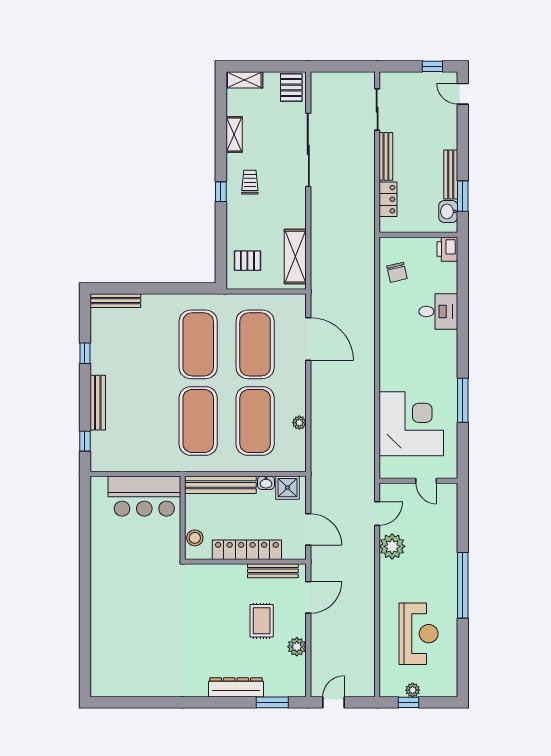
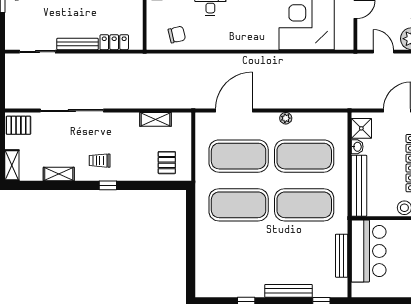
shelving: (295, 257) -> (155, 119), width x0.67, depth x0.75
bench: (115, 301) -> (342, 256), moved
plant: (299, 423) -> (286, 118), moved

